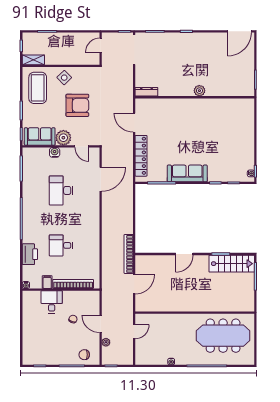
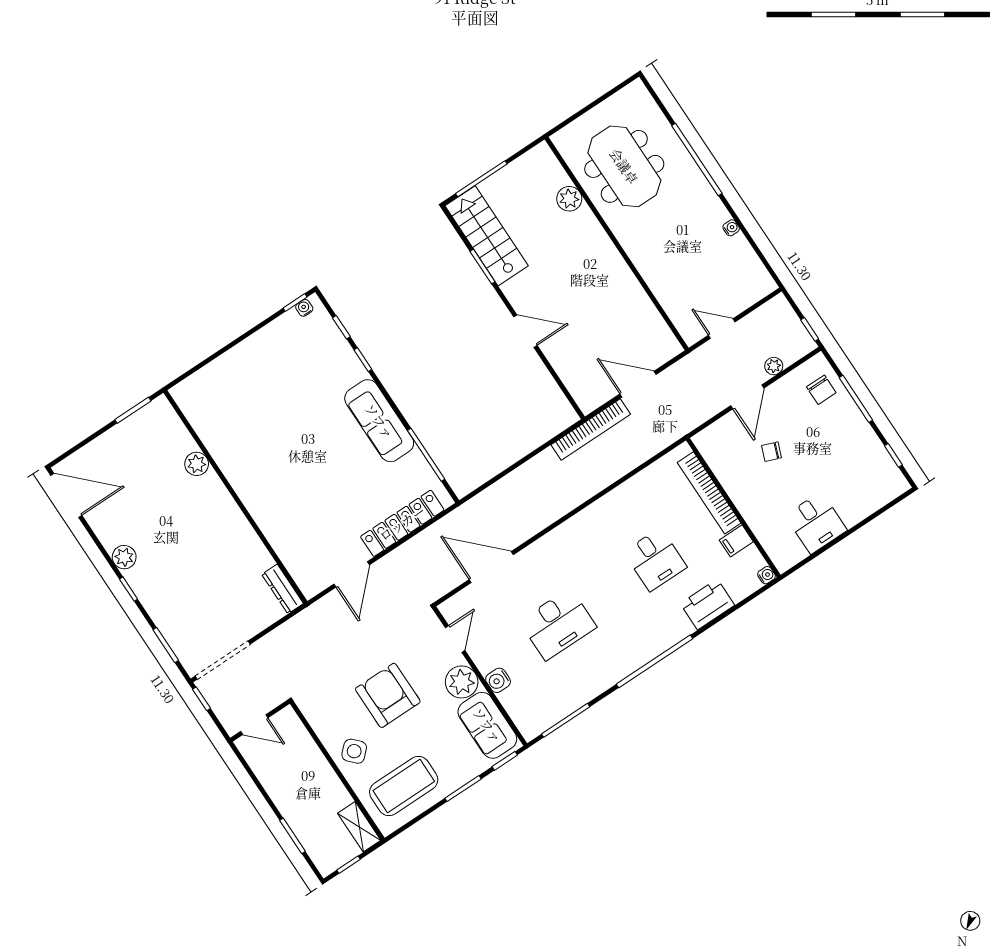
plant: (200, 38) -> (124, 557), added
plant: (199, 91) -> (197, 464), moved
desk: (52, 302) -> (816, 523), moved, turned -90
plant: (225, 306) -> (569, 199), added
meeting table: (223, 336) -> (624, 166), width x0.73

